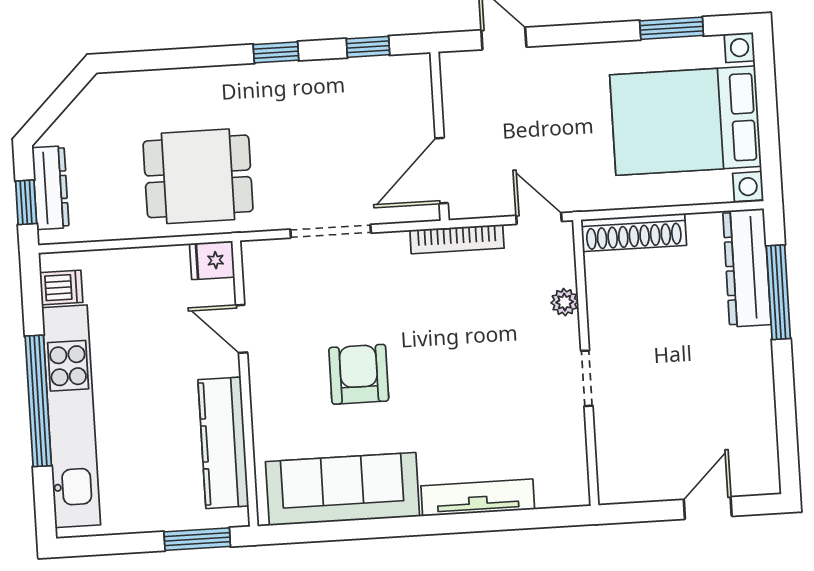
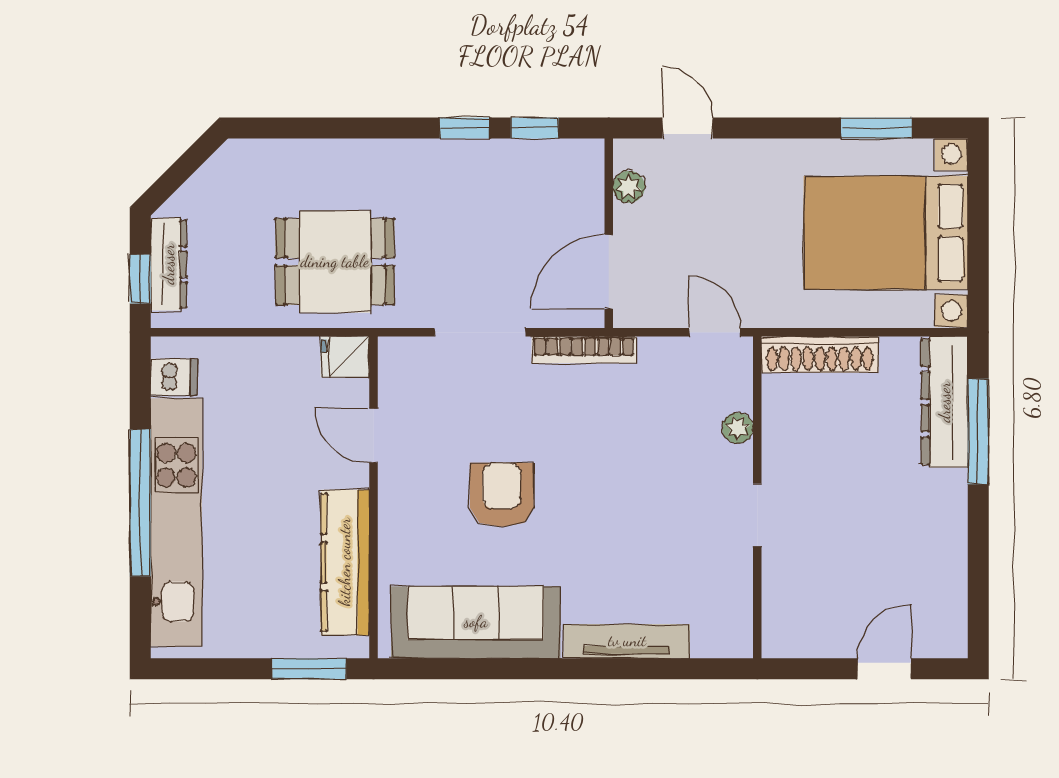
window: (276, 52) -> (465, 128), moved
plant: (455, 94) -> (629, 187), added
bookcase: (457, 239) -> (584, 350), moved

